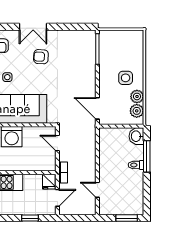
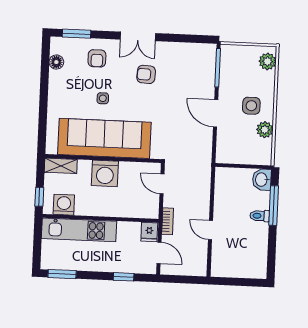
door: (97, 108) -> (216, 113), moved
plant: (137, 111) -> (267, 61), moved
door: (97, 190) -> (211, 230), moved
door: (57, 198) -> (159, 253), hinge flipped
window: (127, 218) -> (245, 282), removed

